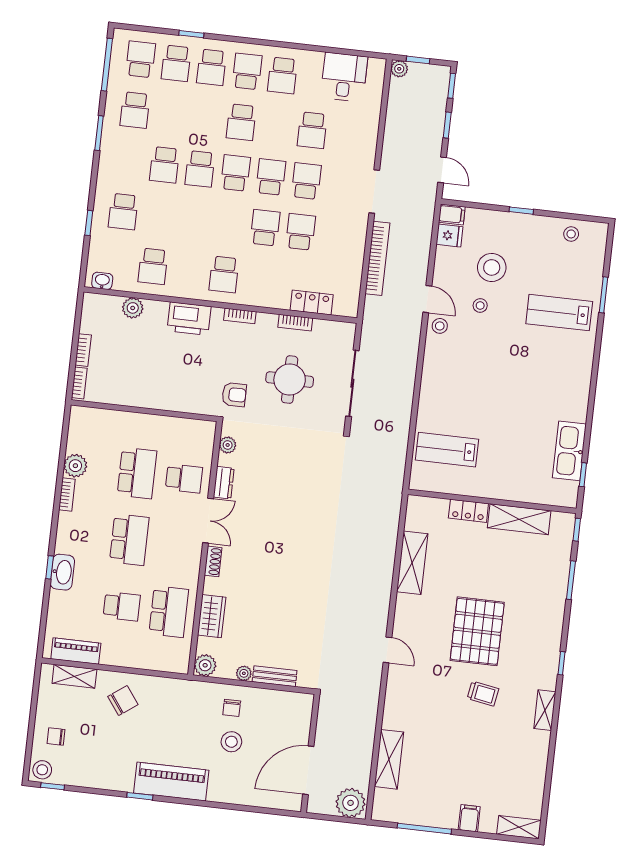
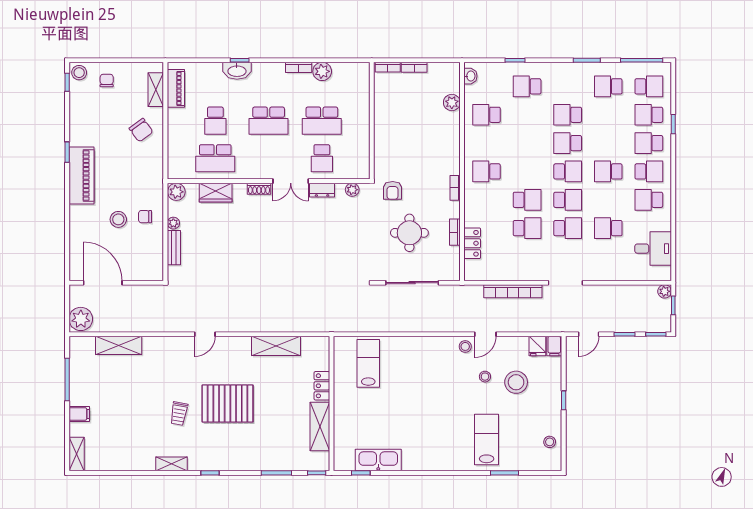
printer: (189, 319) -> (448, 148), removed

